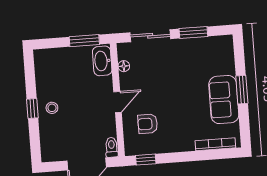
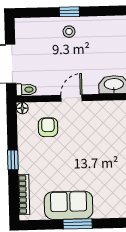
floor lamp: (124, 66) -> (22, 108), moved
door: (118, 102) -> (71, 98), swing flipped
window: (146, 160) -> (13, 160), moved

